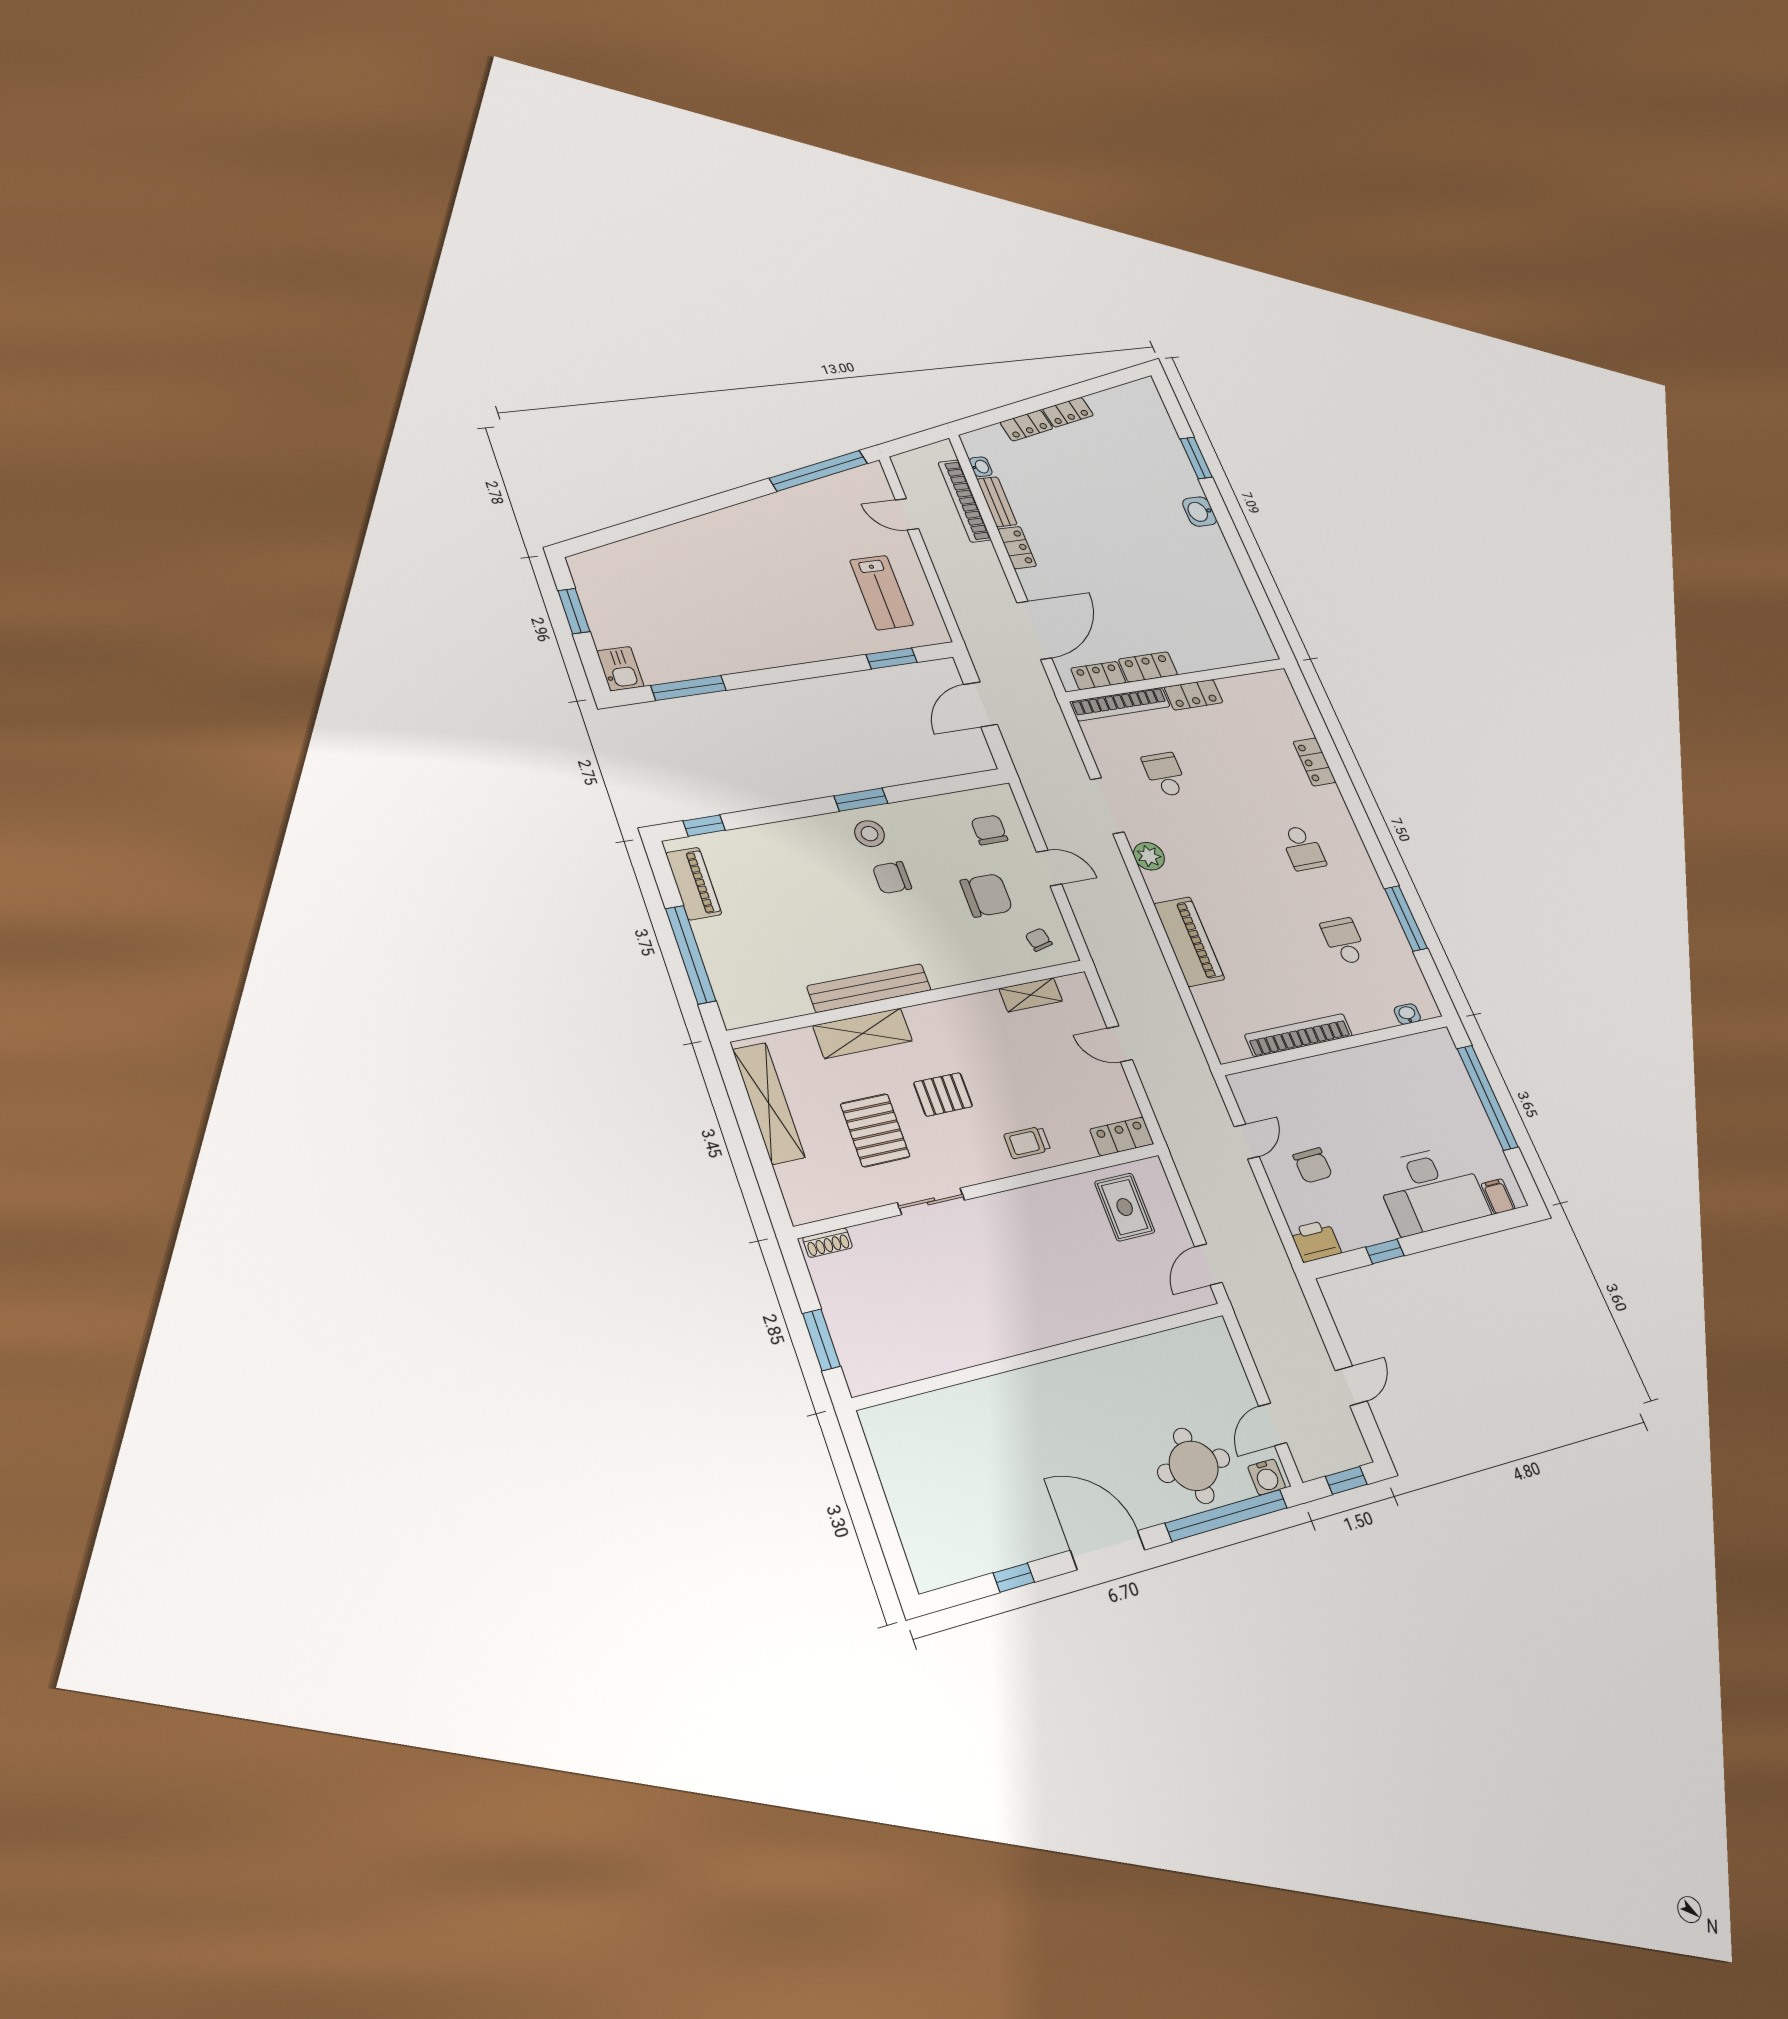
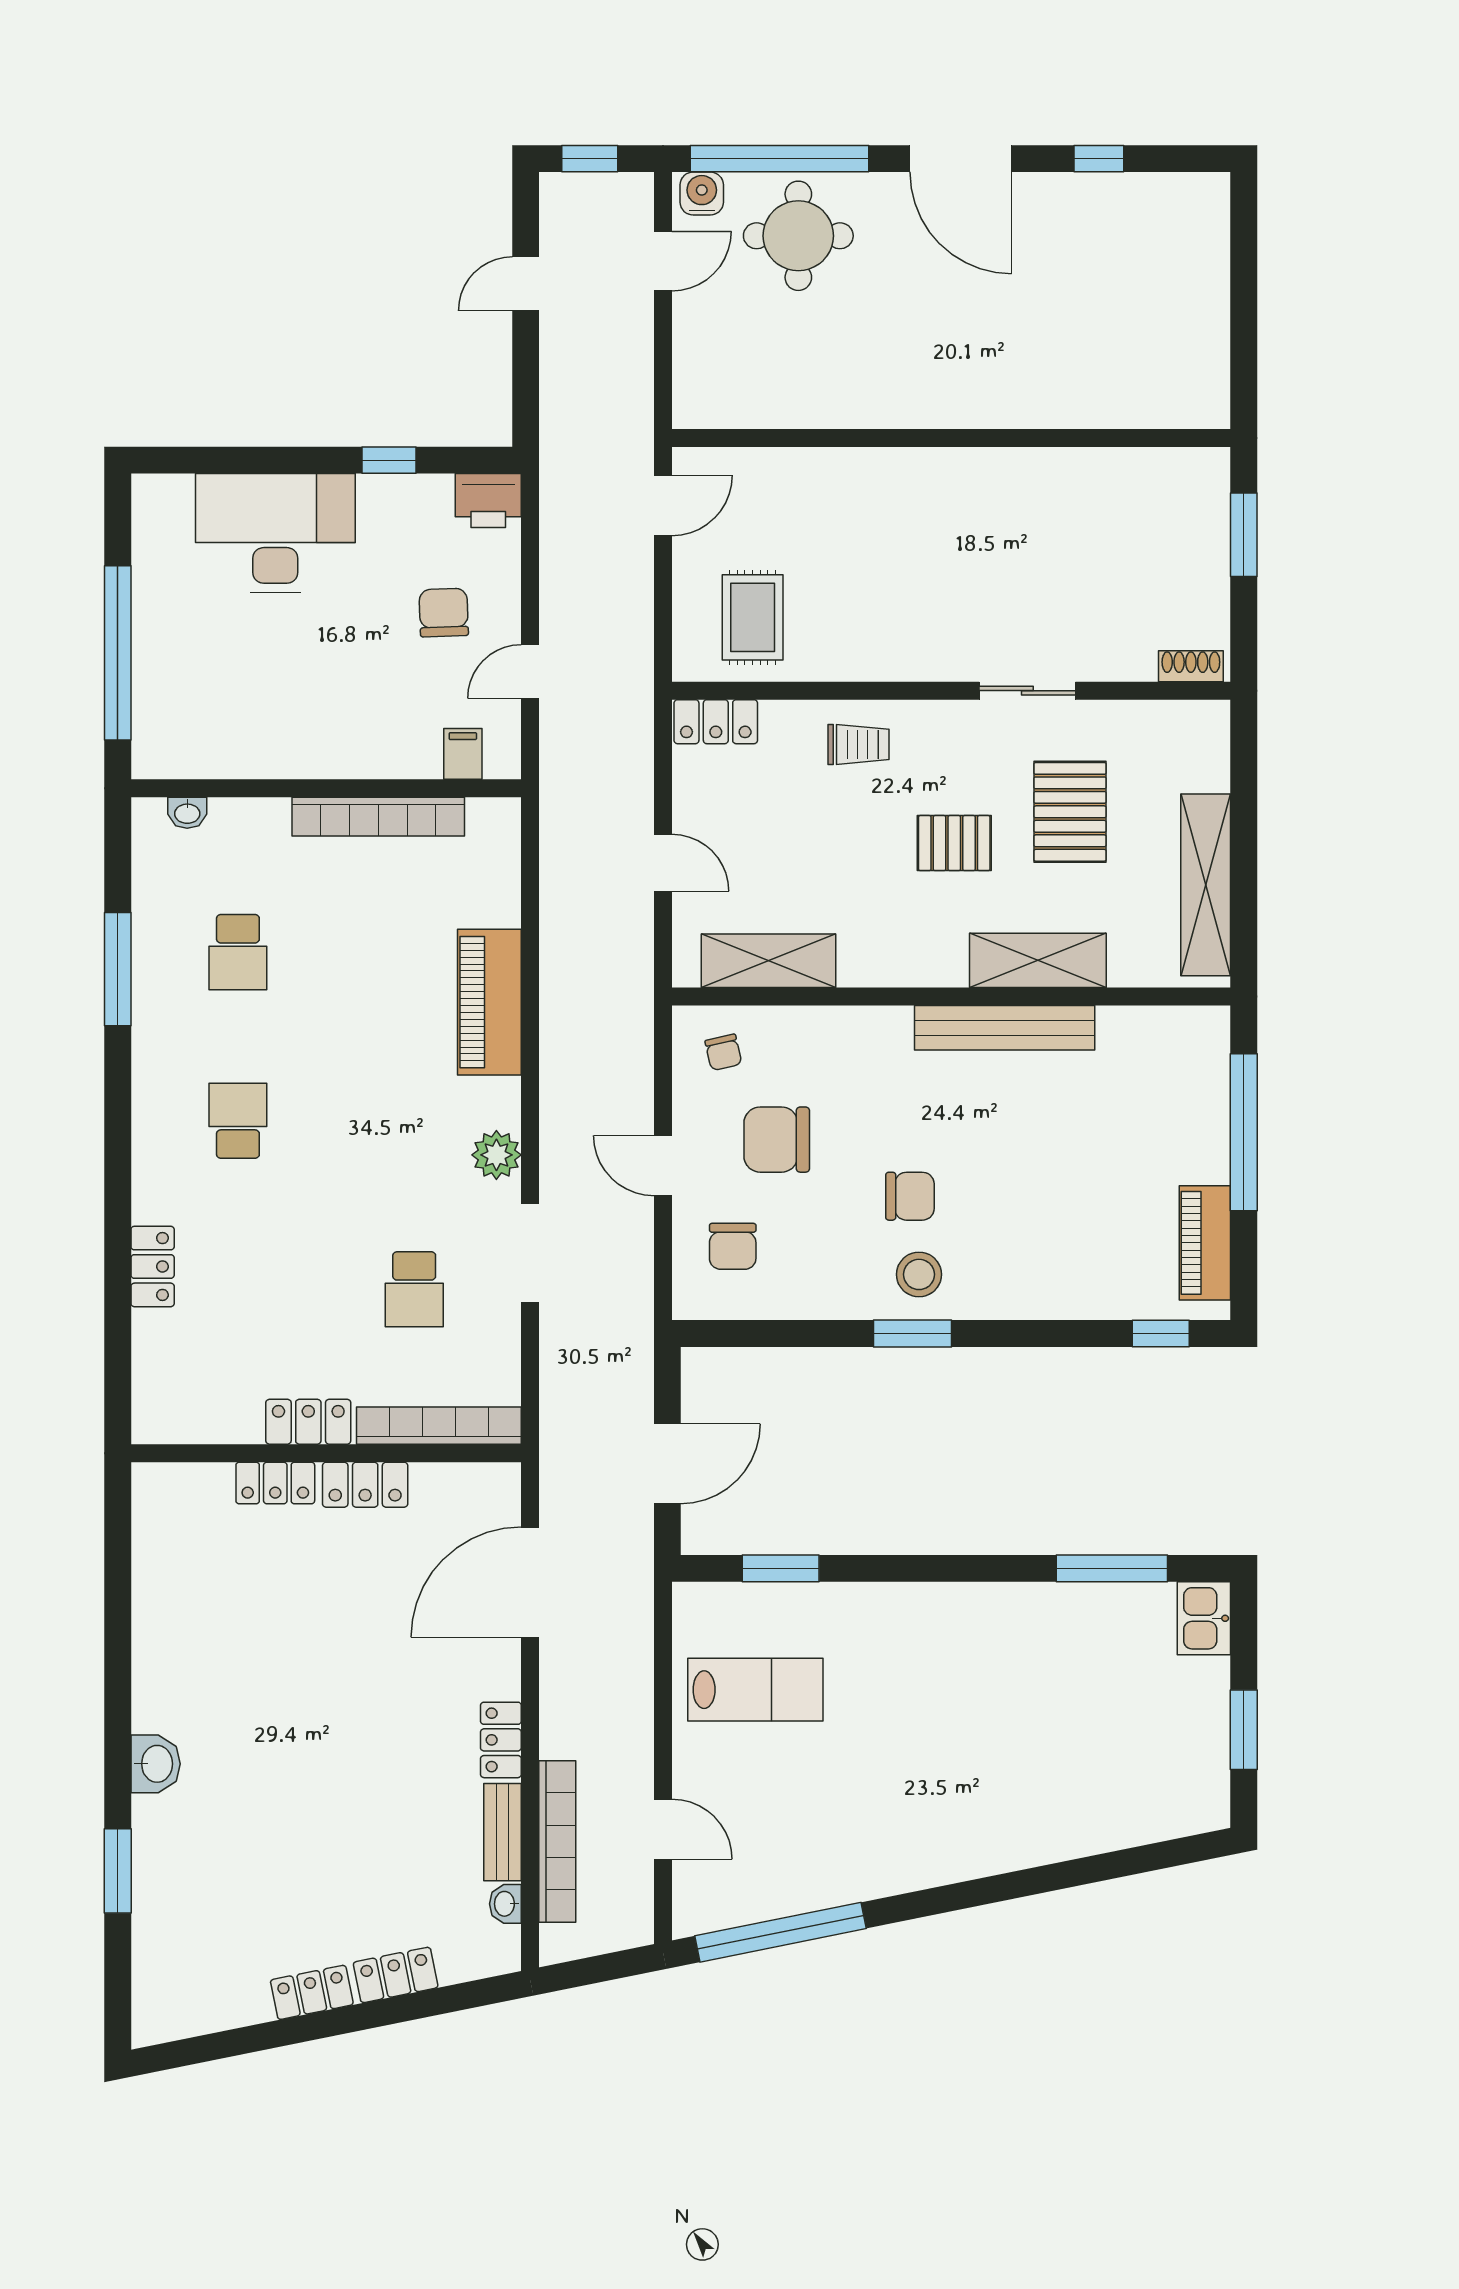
lab bench: (882, 593) -> (755, 1690), turned 90
locker: (1098, 676) -> (275, 1483), moved
shelving: (1031, 995) -> (768, 961), width x1.50, depth x1.33
filing cabinet: (1498, 1196) -> (463, 754), moved, turned 180

